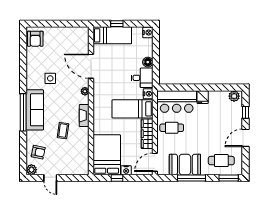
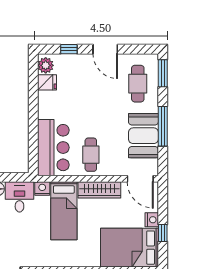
fridge: (203, 97) -> (47, 82), moved

